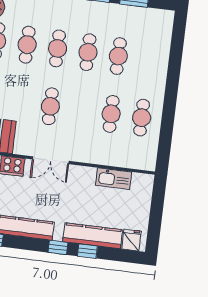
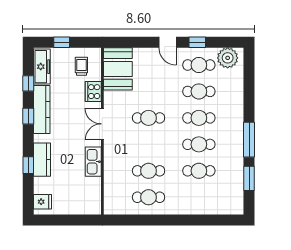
kitchen sink: (113, 179) -> (93, 162), moved
kitchen counter: (93, 236) -> (42, 160), width x0.67
window: (58, 247) -> (28, 116), moved

